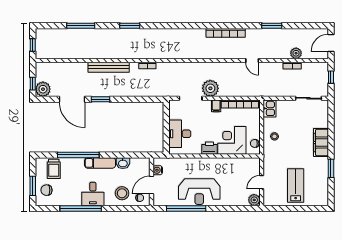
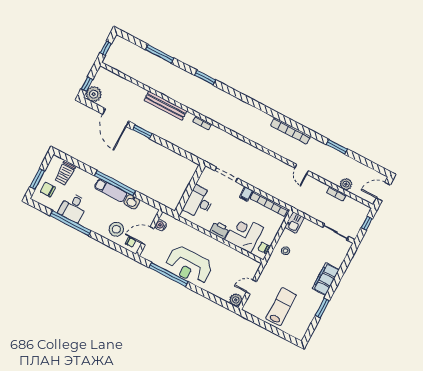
plant: (210, 88) -> (249, 175), removed
window: (78, 155) -> (115, 183), moved
desk: (93, 194) -> (73, 207), moved

